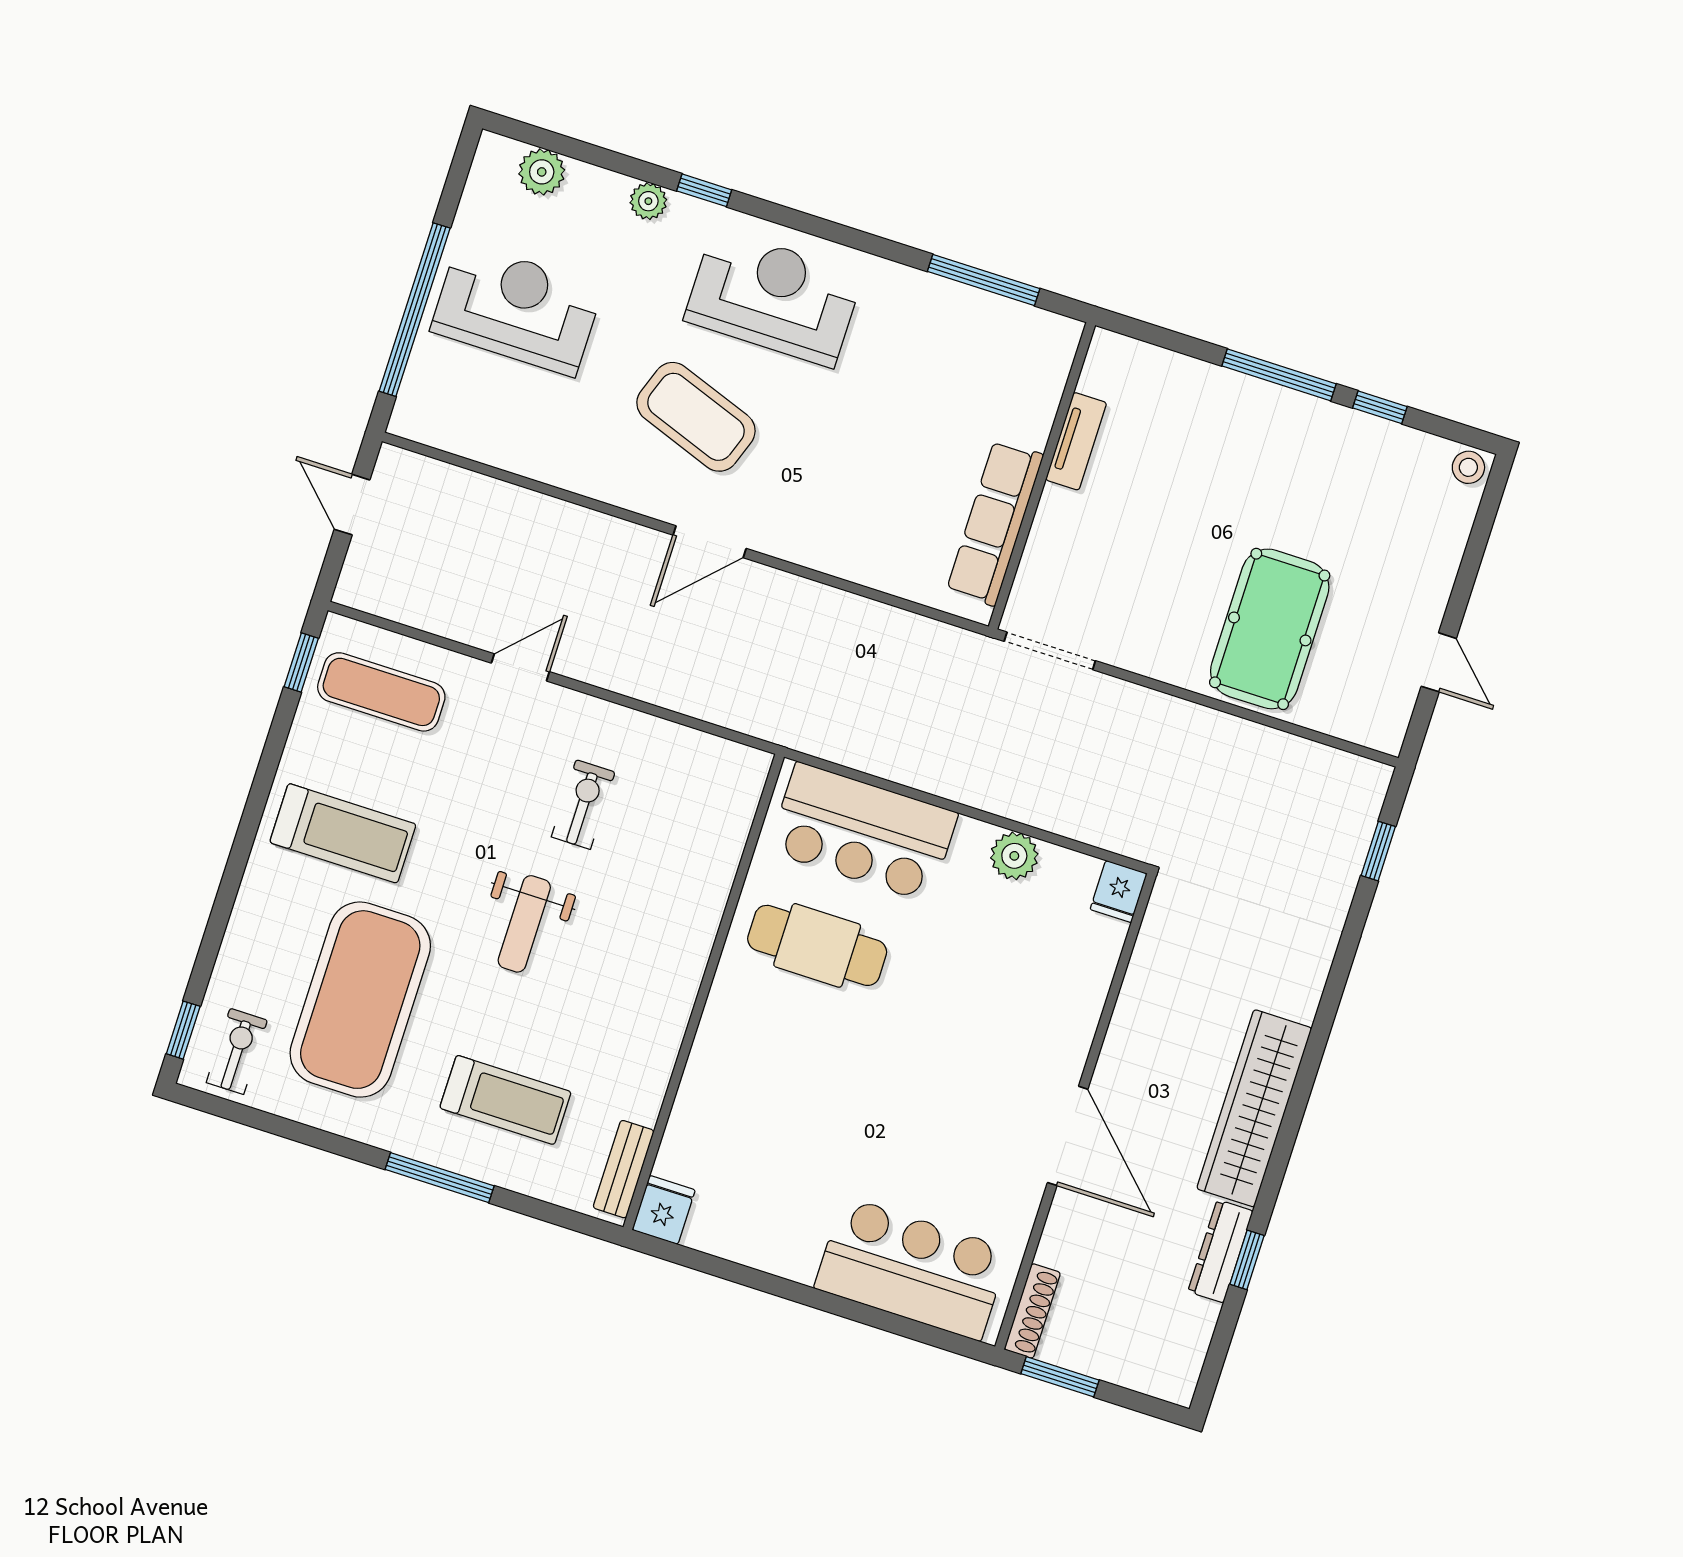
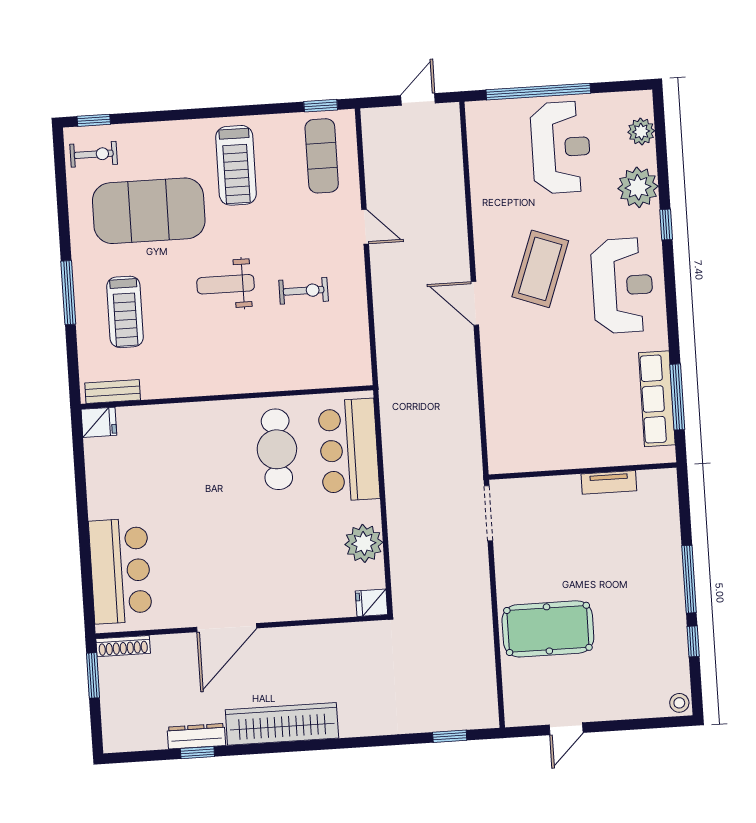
plant: (648, 201) -> (638, 187), width x1.88, depth x1.88
row of seats: (995, 523) -> (657, 399), moved, turned -90
plant: (1014, 856) -> (364, 543), width x1.36, depth x1.36

